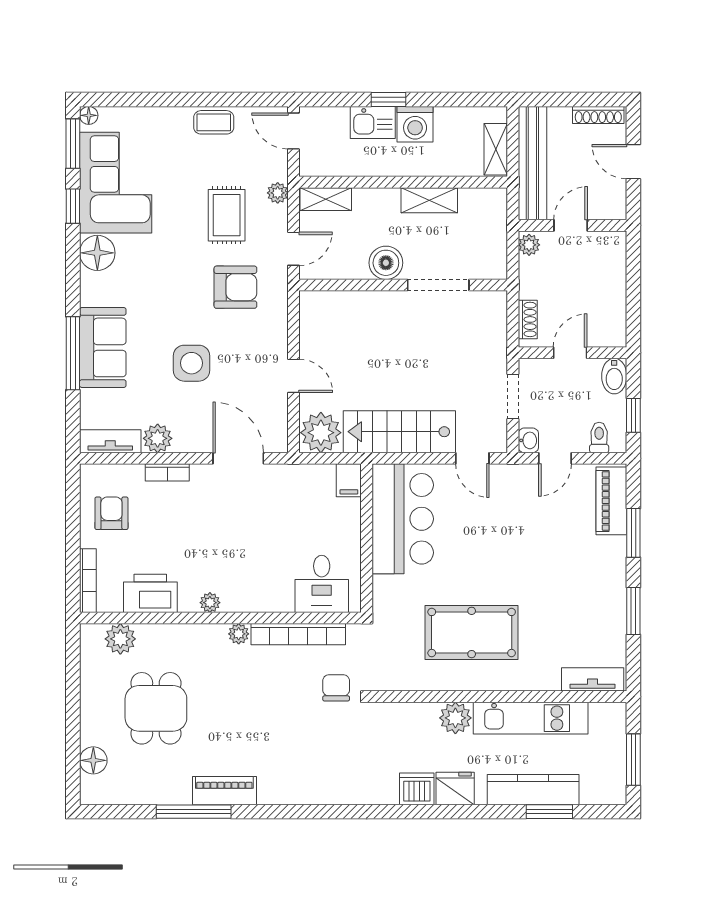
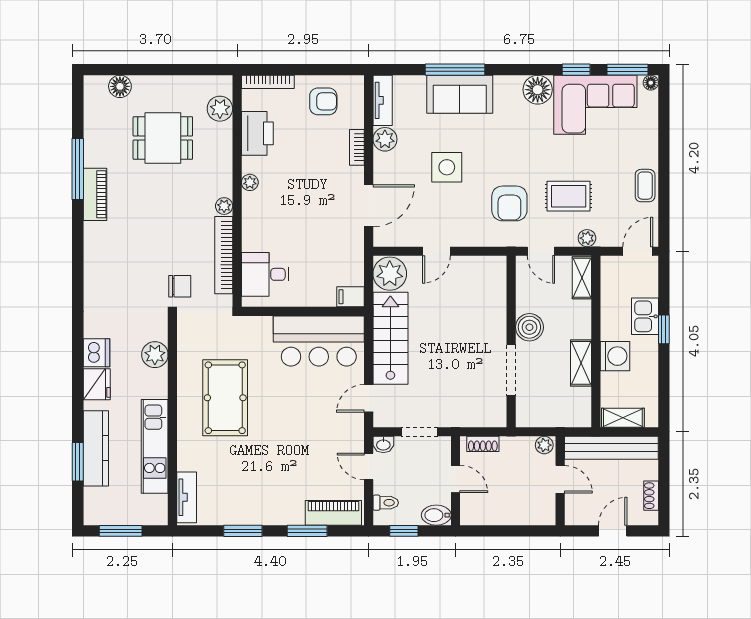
shoe rack: (598, 115) -> (651, 496), width x0.70
washing machine: (415, 124) -> (615, 356), moved, turned 180
plant: (455, 718) -> (155, 355), moved

